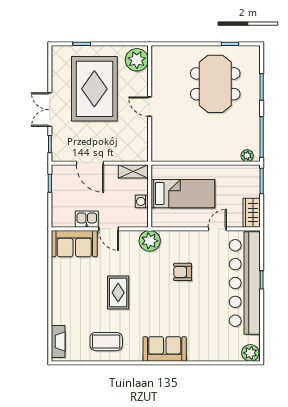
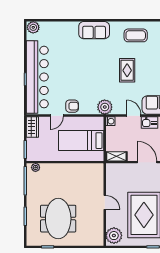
washing machine: (142, 201) -> (110, 121), moved
armchair: (183, 272) -> (72, 106), moved

